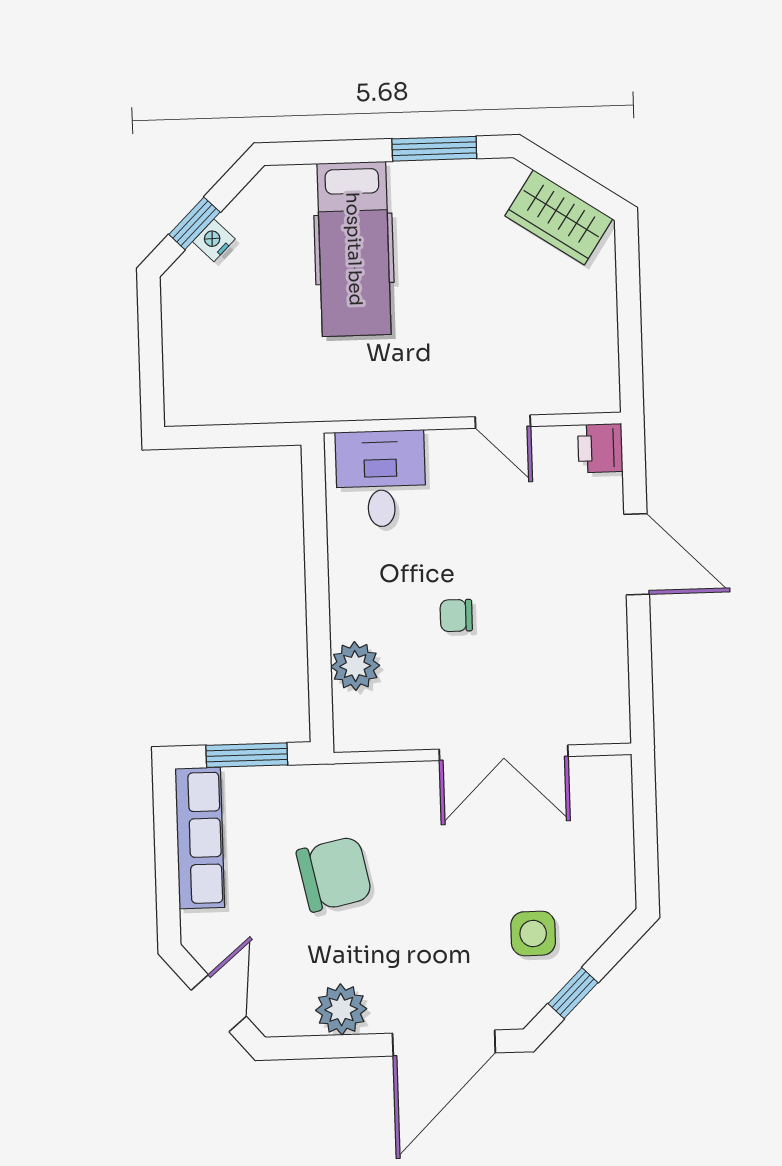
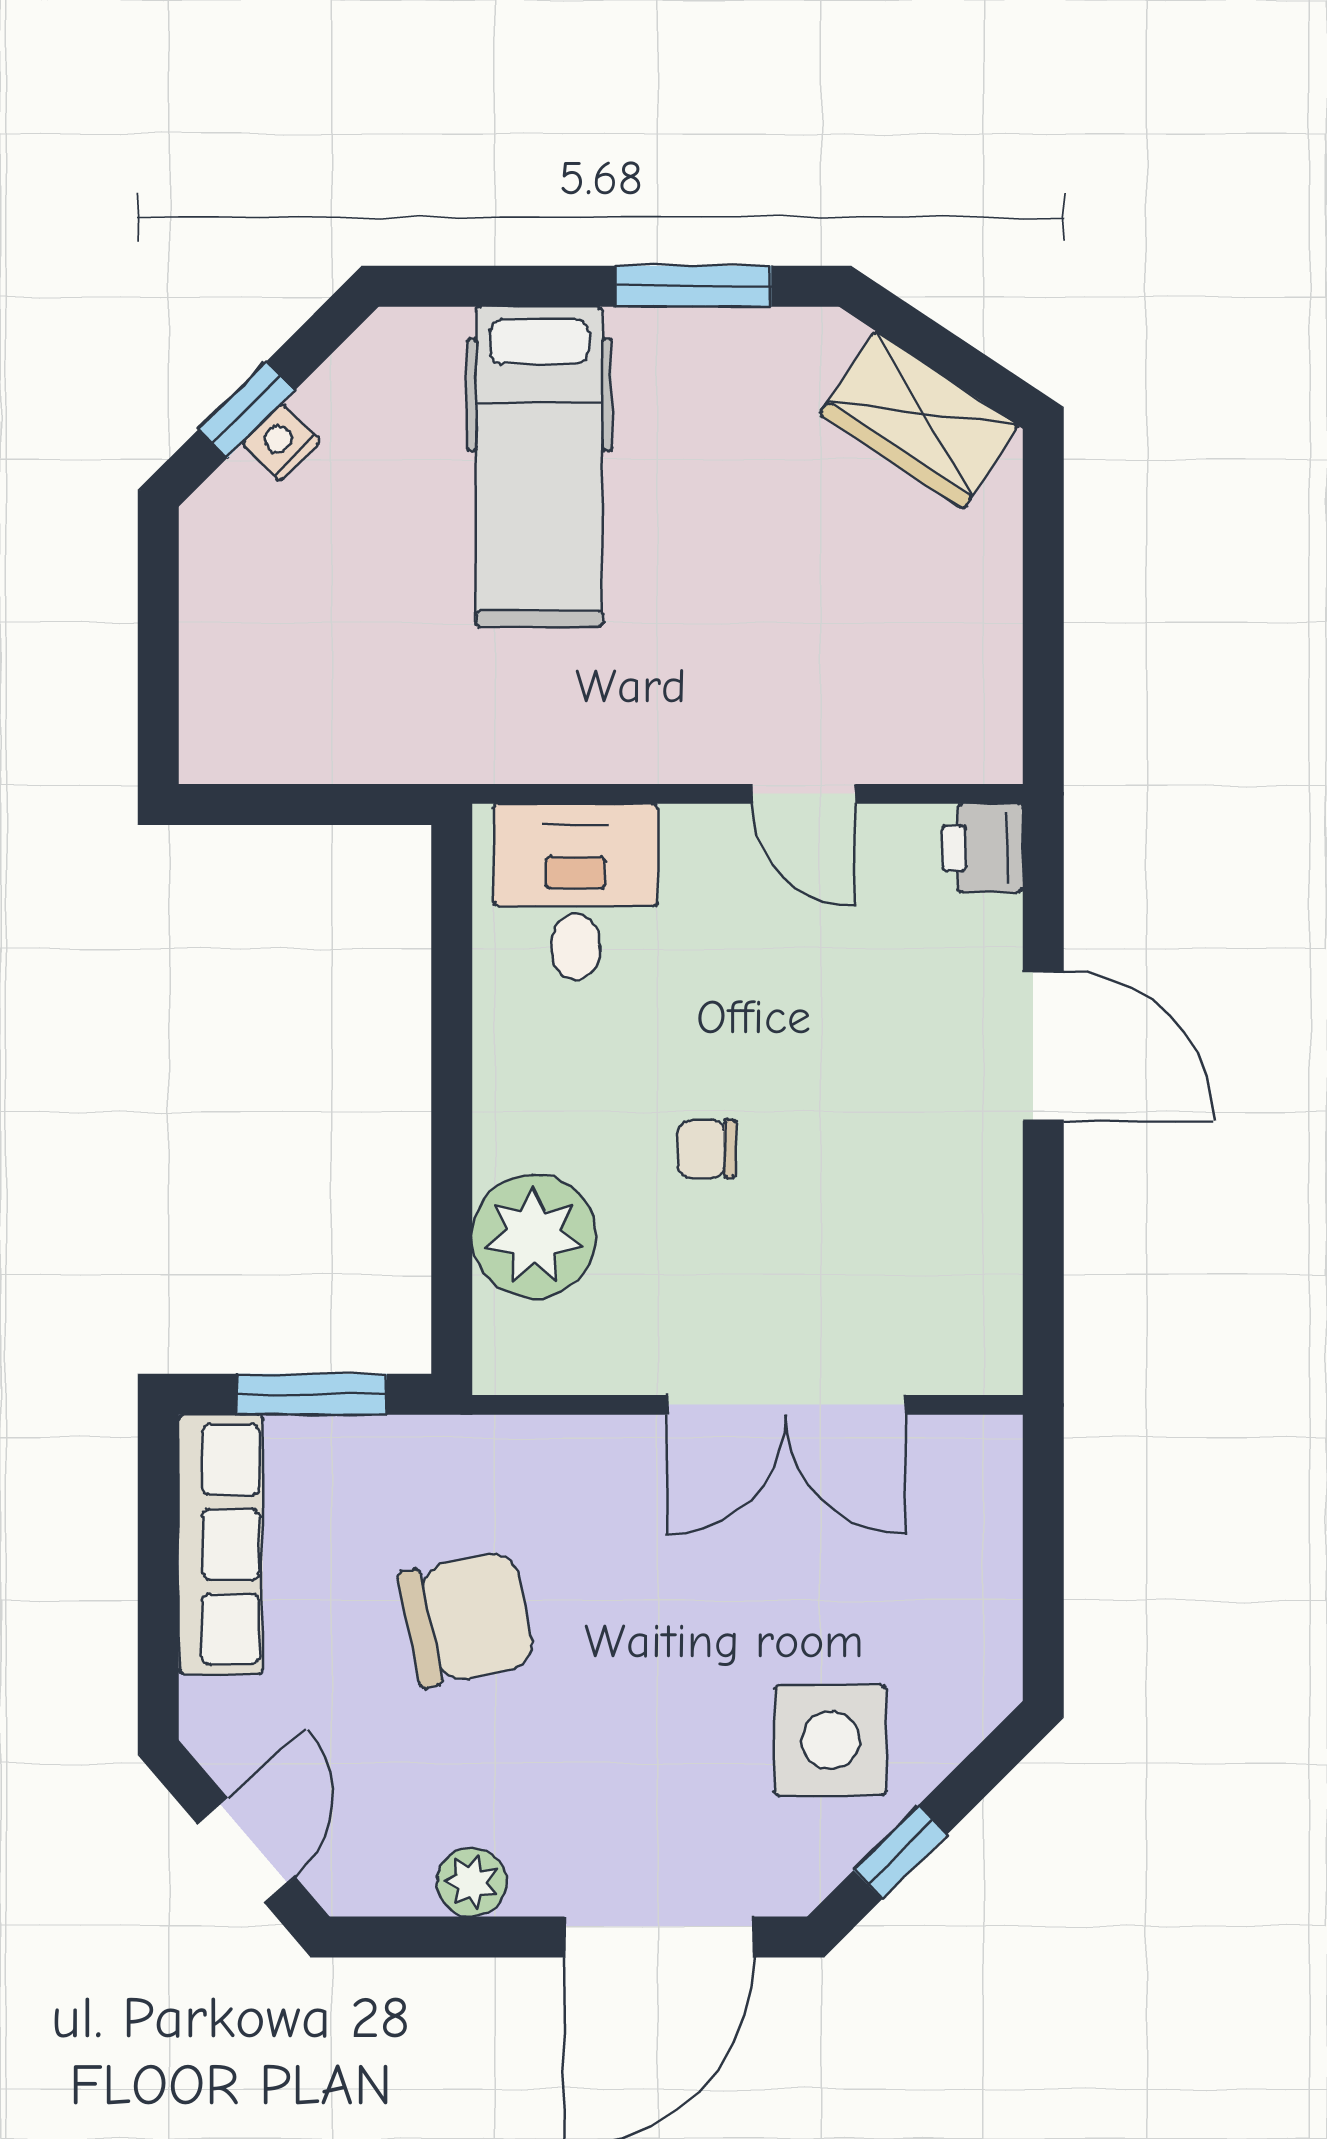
plant: (355, 666) -> (534, 1236), width x1.36, depth x1.36
side table: (533, 933) -> (830, 1740), width x1.37, depth x1.37
plant: (341, 1009) -> (472, 1882), width x0.73, depth x0.73

